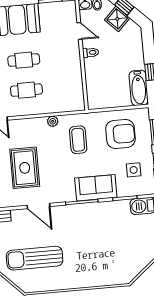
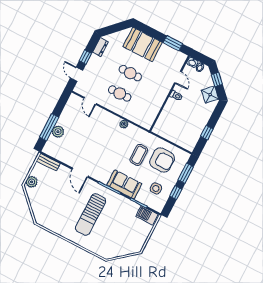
shower: (117, 19) -> (210, 95), moved
bathtub: (139, 88) -> (193, 138), removed
coffee table: (78, 140) -> (139, 155), moved
rug: (25, 168) -> (87, 143), removed
sun lounger: (35, 258) -> (91, 214), moved, turned -90

